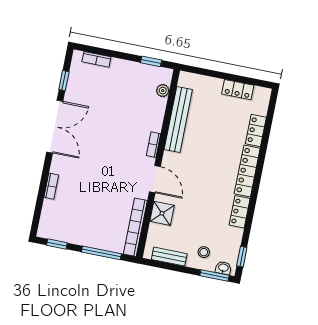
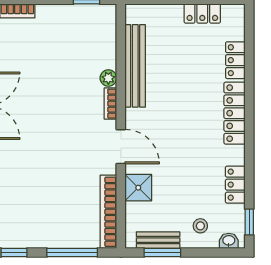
plant: (163, 91) -> (108, 78), moved
locker: (240, 212) -> (235, 185), moved
window: (214, 276) -> (162, 253), moved

